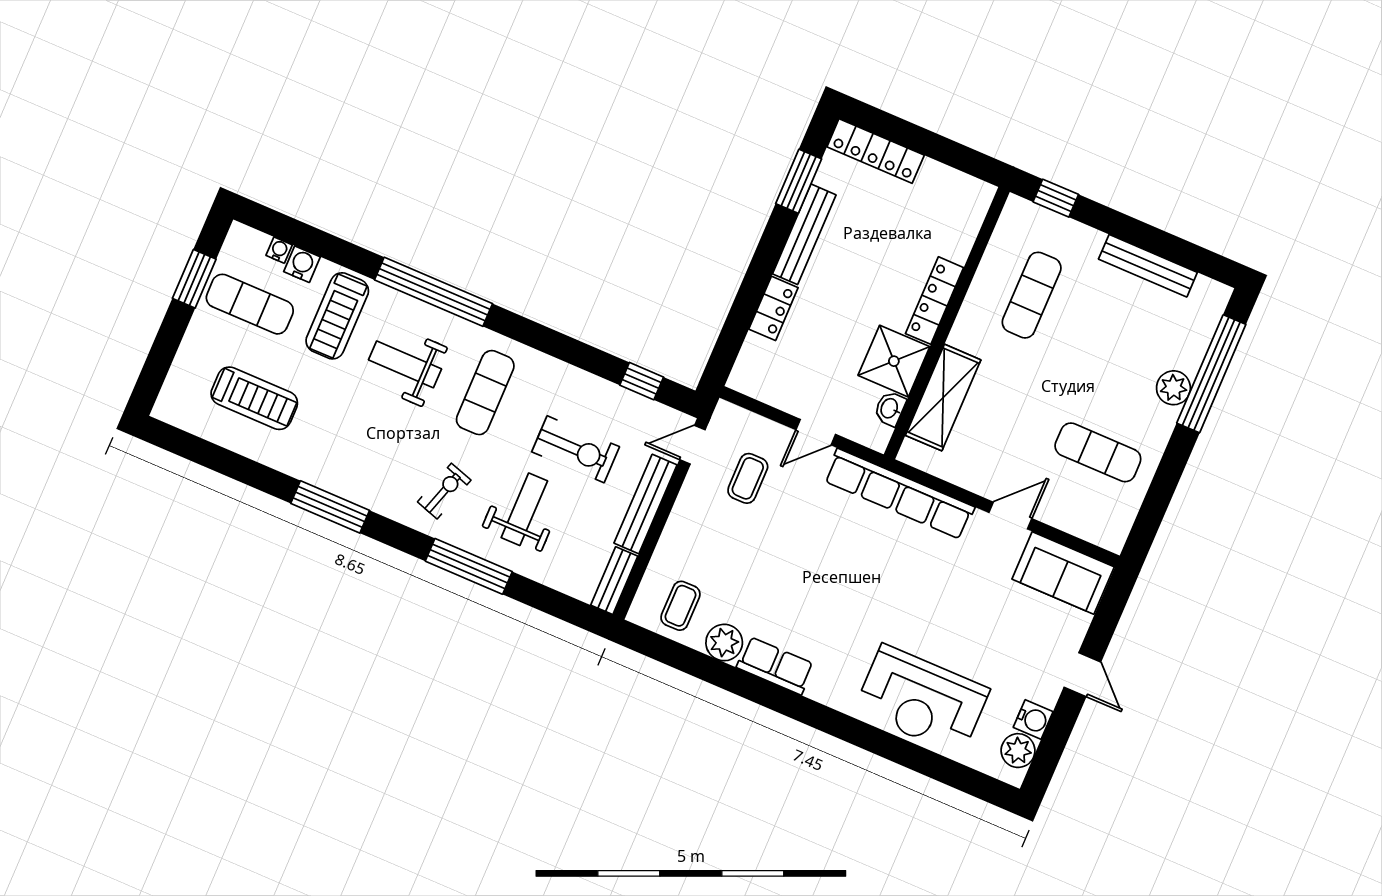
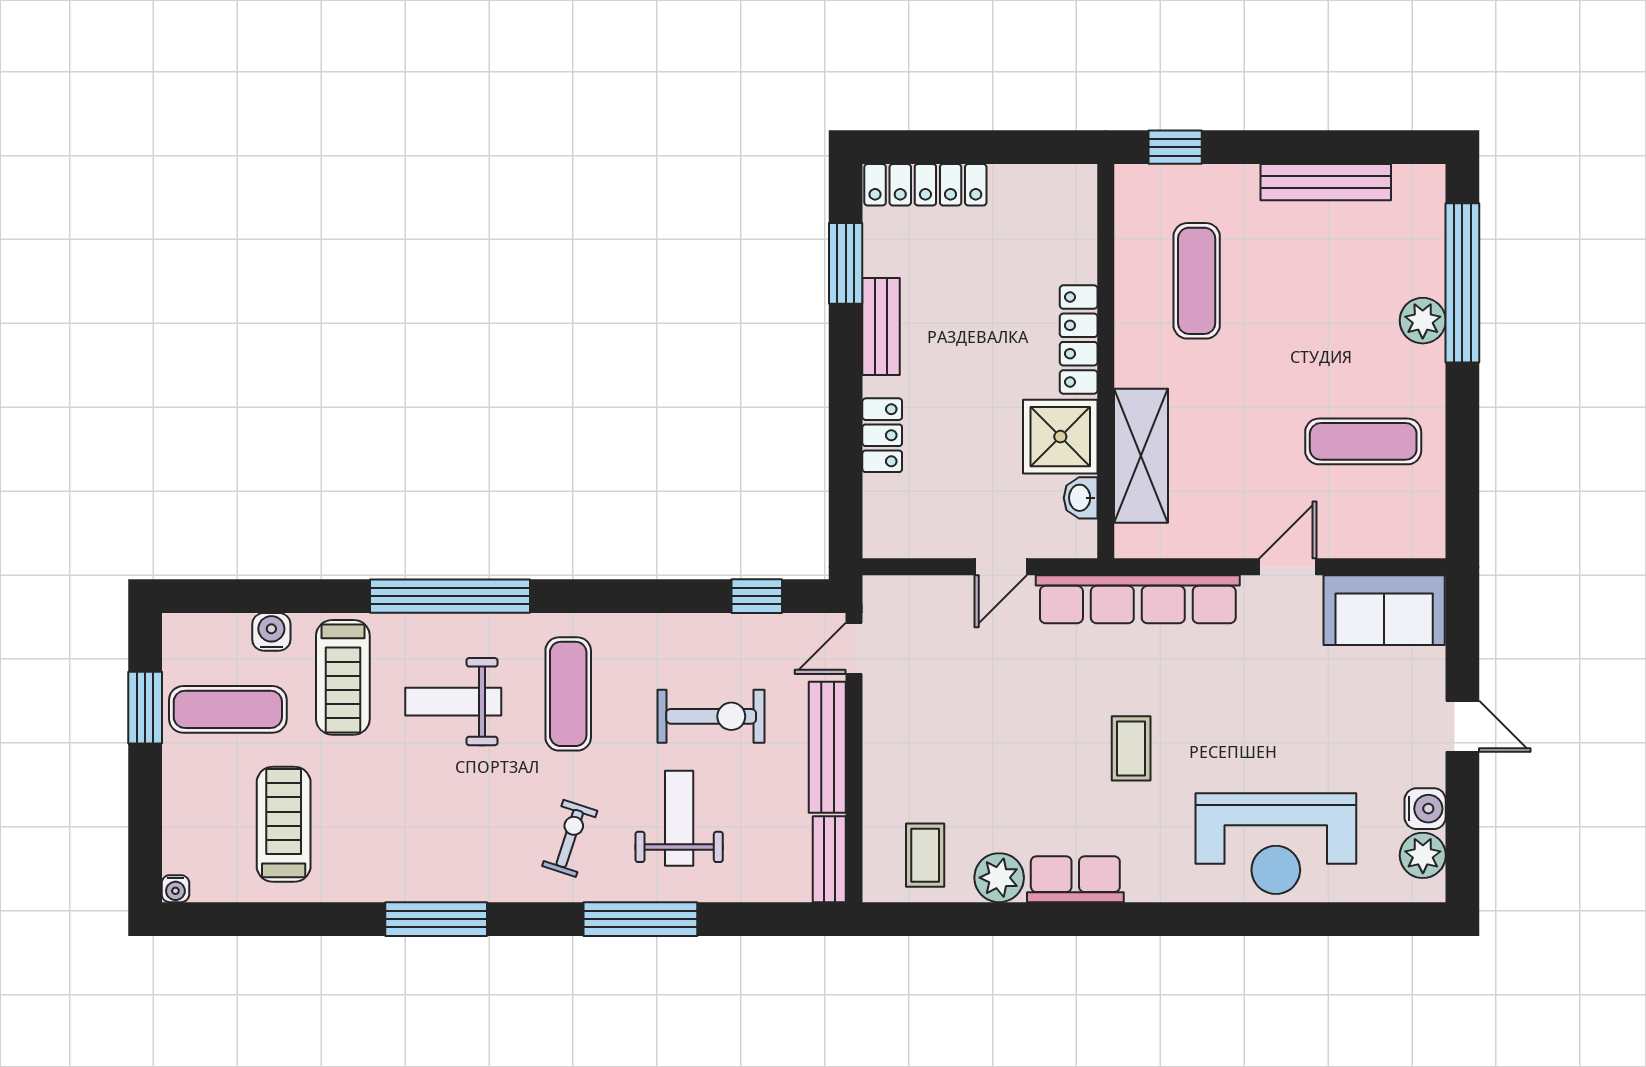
bench: (804, 234) -> (881, 327), width x0.73
water cooler: (279, 250) -> (175, 889), moved, turned 180
treadmill: (254, 398) -> (284, 824), turned -90
coffee table: (748, 478) -> (1131, 748), moved

